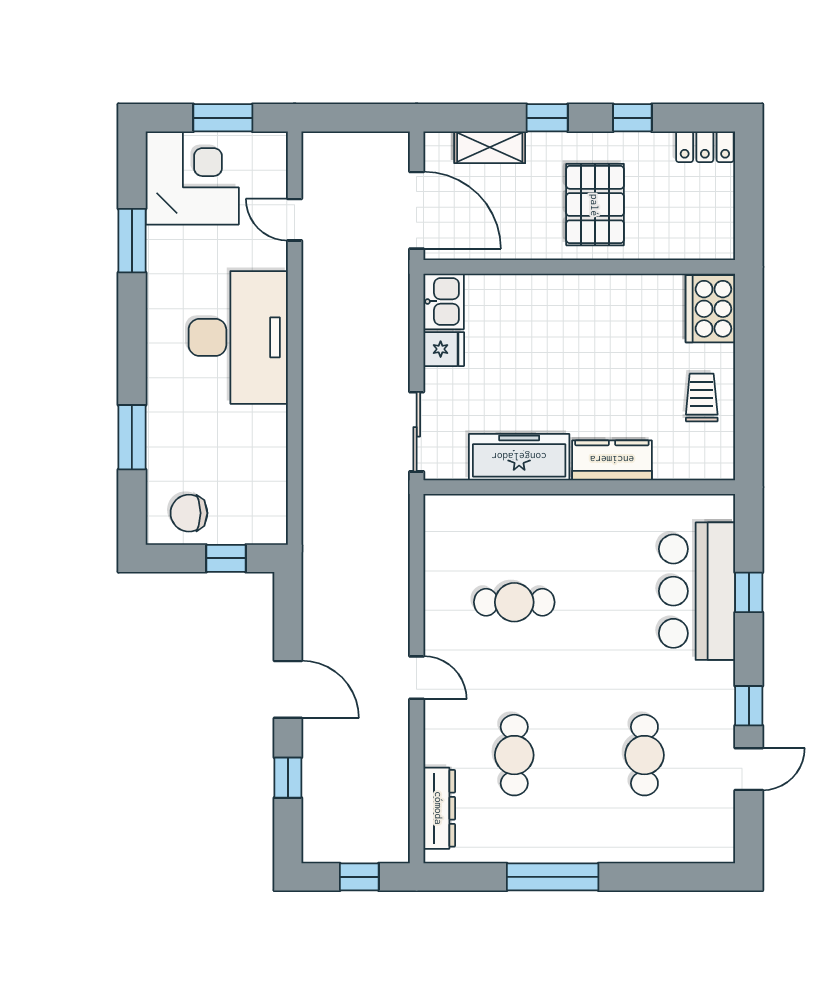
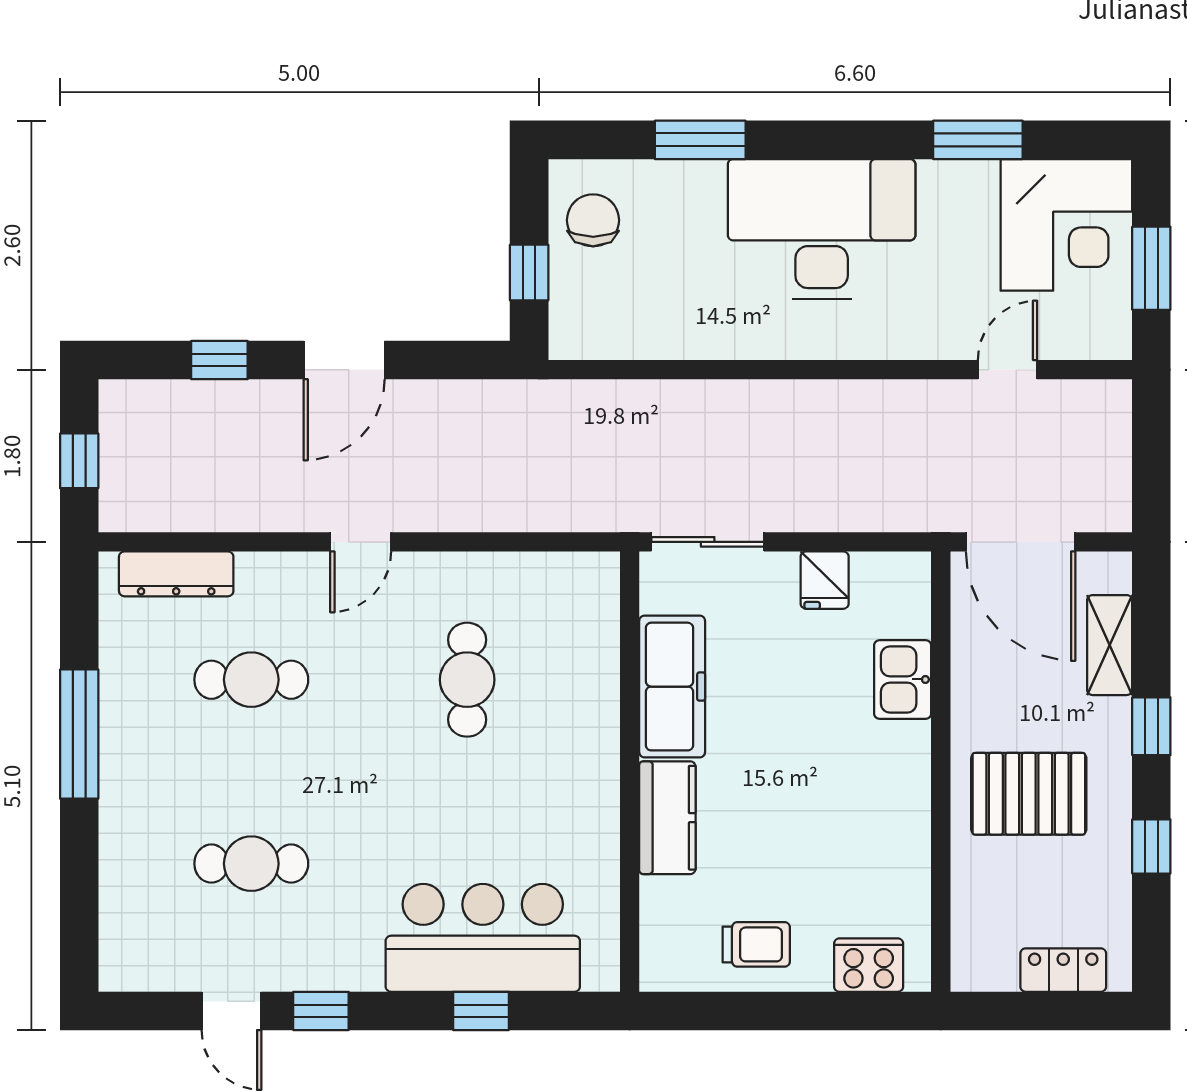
locker: (705, 147) -> (1063, 970), moved, turned 90
door: (417, 210) -> (1021, 542), hinge flipped
kitchen sink: (444, 301) -> (903, 679), moved, turned 90
cooker: (710, 309) -> (869, 965), width x0.73, depth x0.76
desk: (238, 337) -> (822, 229), moved, turned 180

